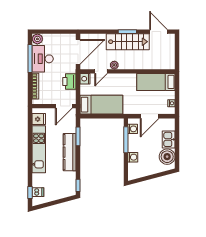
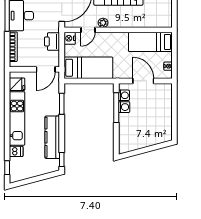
door: (150, 116) -> (143, 81), swing flipped
kitchen sink: (169, 139) -> (165, 107), removed
kitchen counter: (70, 152) -> (52, 137), moved
washing machine: (133, 157) -> (124, 107), moved
boiler: (167, 157) -> (163, 127), removed
dishwasher: (38, 192) -> (16, 151), moved

